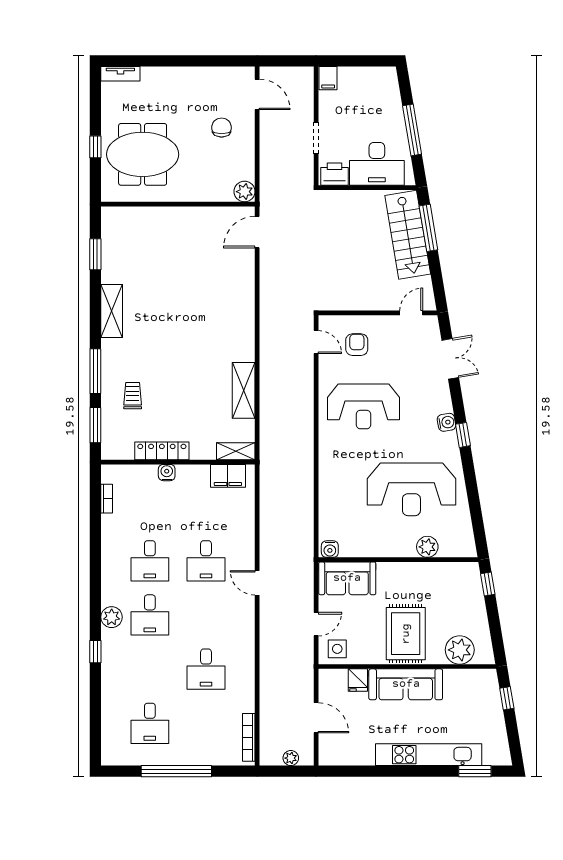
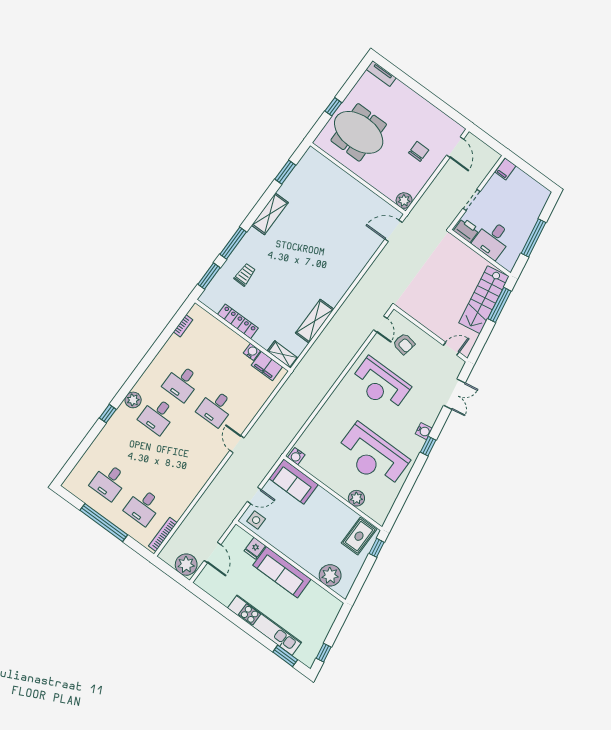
desk: (377, 164) -> (492, 240), width x0.73
armchair: (357, 345) -> (404, 344), turned 100
water cooler: (167, 473) -> (252, 352), moved
rug: (406, 634) -> (359, 536), moved, width x0.73, depth x0.70
desk: (206, 669) -> (143, 507), moved
window: (507, 698) -> (324, 653), moved
plant: (291, 758) -> (186, 565), width x1.87, depth x1.87

